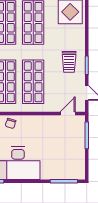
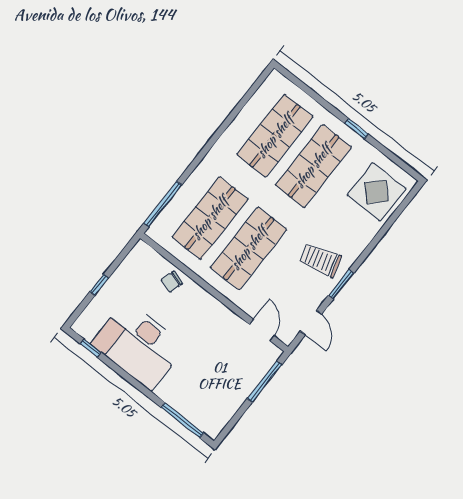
trolley: (69, 62) -> (320, 260), turned 74
door: (68, 113) -> (262, 330), hinge flipped

